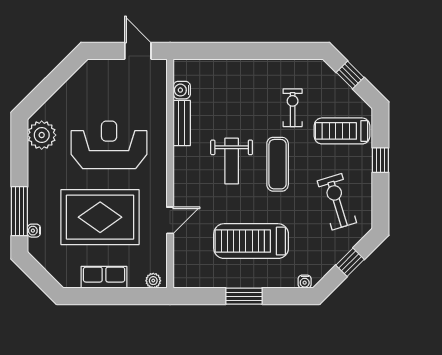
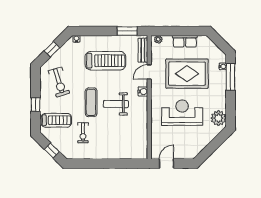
door: (138, 51) -> (167, 164), swing flipped
water cooler: (182, 90) -> (143, 92), moved
bench: (182, 123) -> (143, 50), moved
reception desk: (109, 145) -> (182, 113), turned 180
weight bench: (232, 161) -> (116, 104), turned -90
window: (244, 296) -> (127, 31), moved

